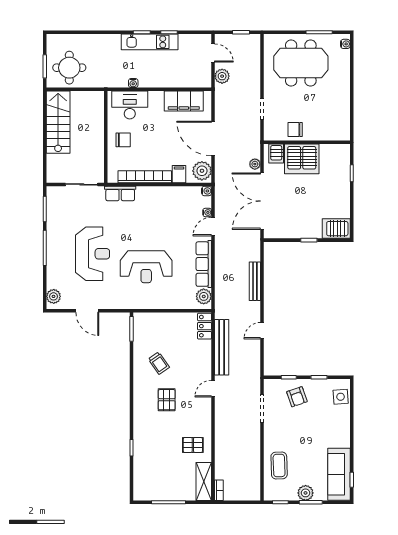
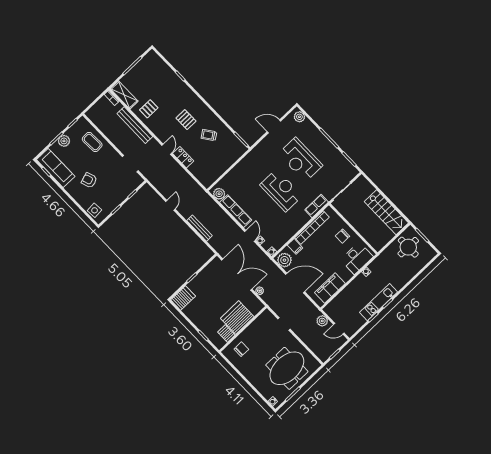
chair: (295, 130) -> (241, 349), moved
server rack: (276, 154) -> (226, 333), moved
reception desk: (146, 267) -> (281, 190), moved, turned 90
locker: (205, 326) -> (183, 157), moved
bench: (222, 347) -> (135, 125), moved
armchair: (297, 397) -> (89, 180), moved

